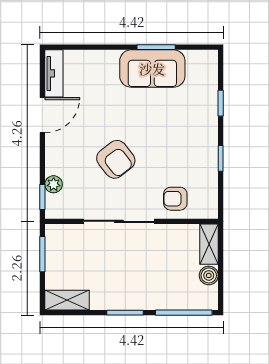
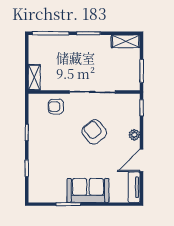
sofa: (152, 69) -> (88, 190), moved
plant: (54, 184) -> (134, 135), moved
armchair: (175, 199) -> (56, 107), turned 180
boiler: (209, 275) -> (34, 57), removed

